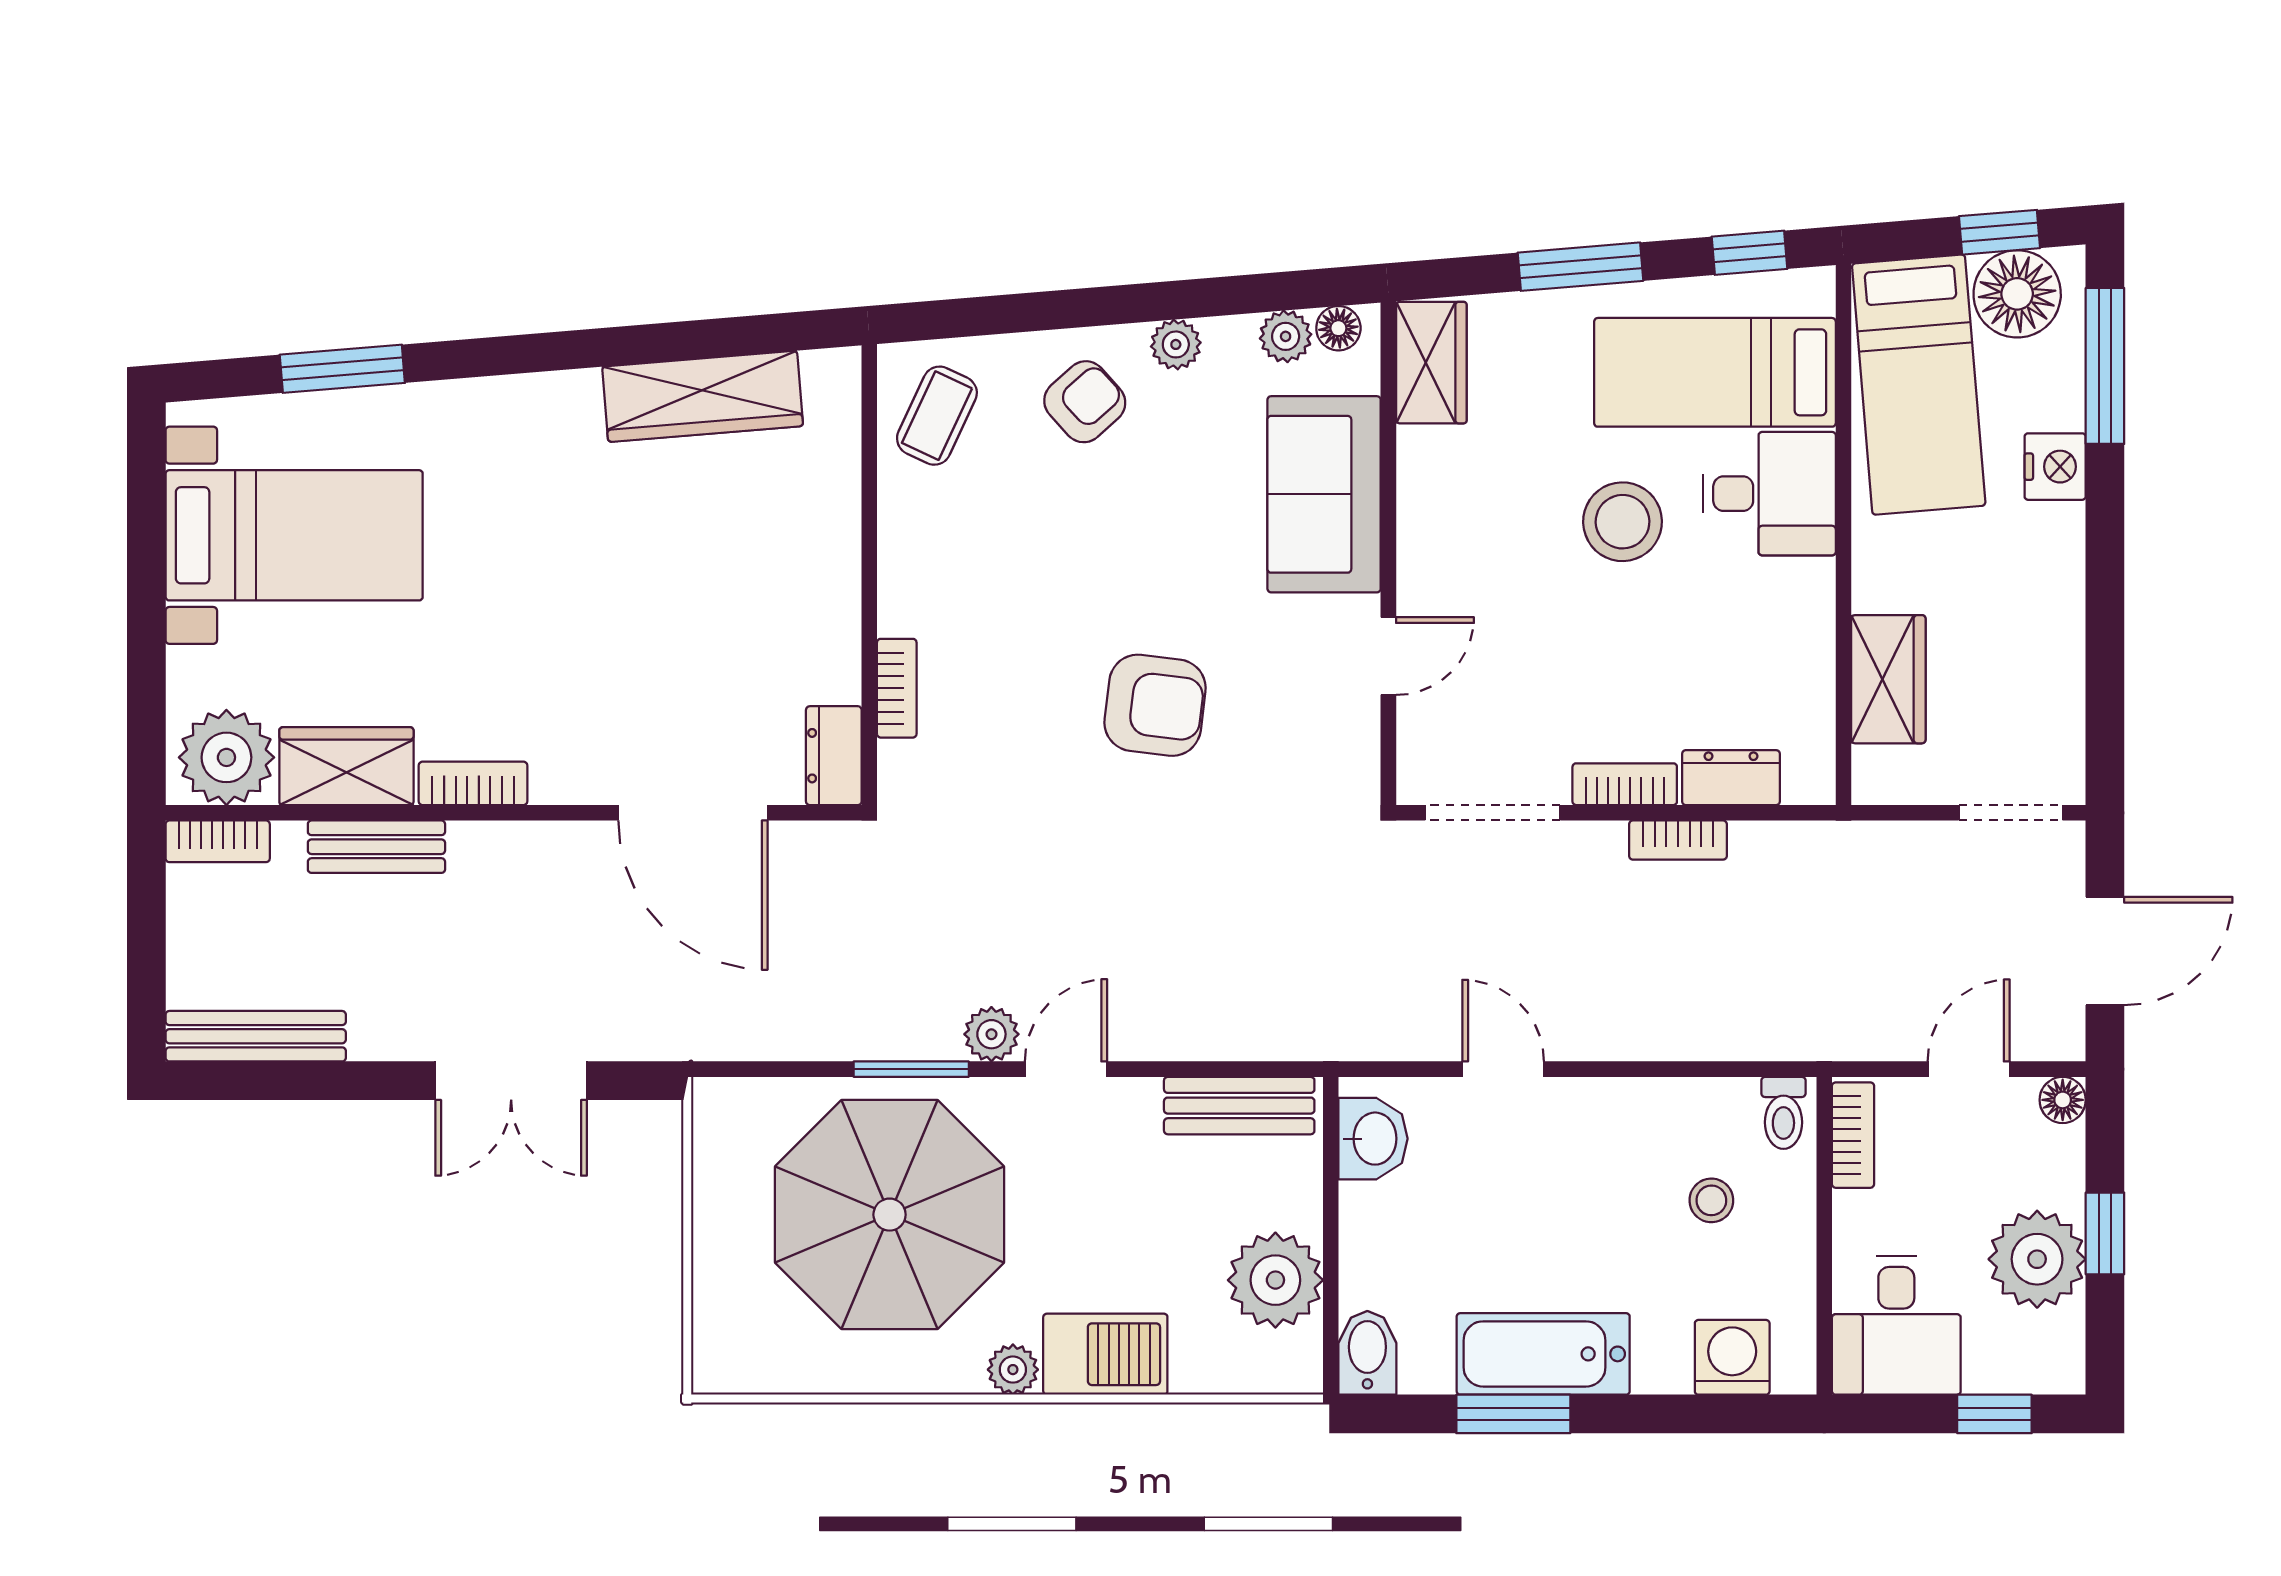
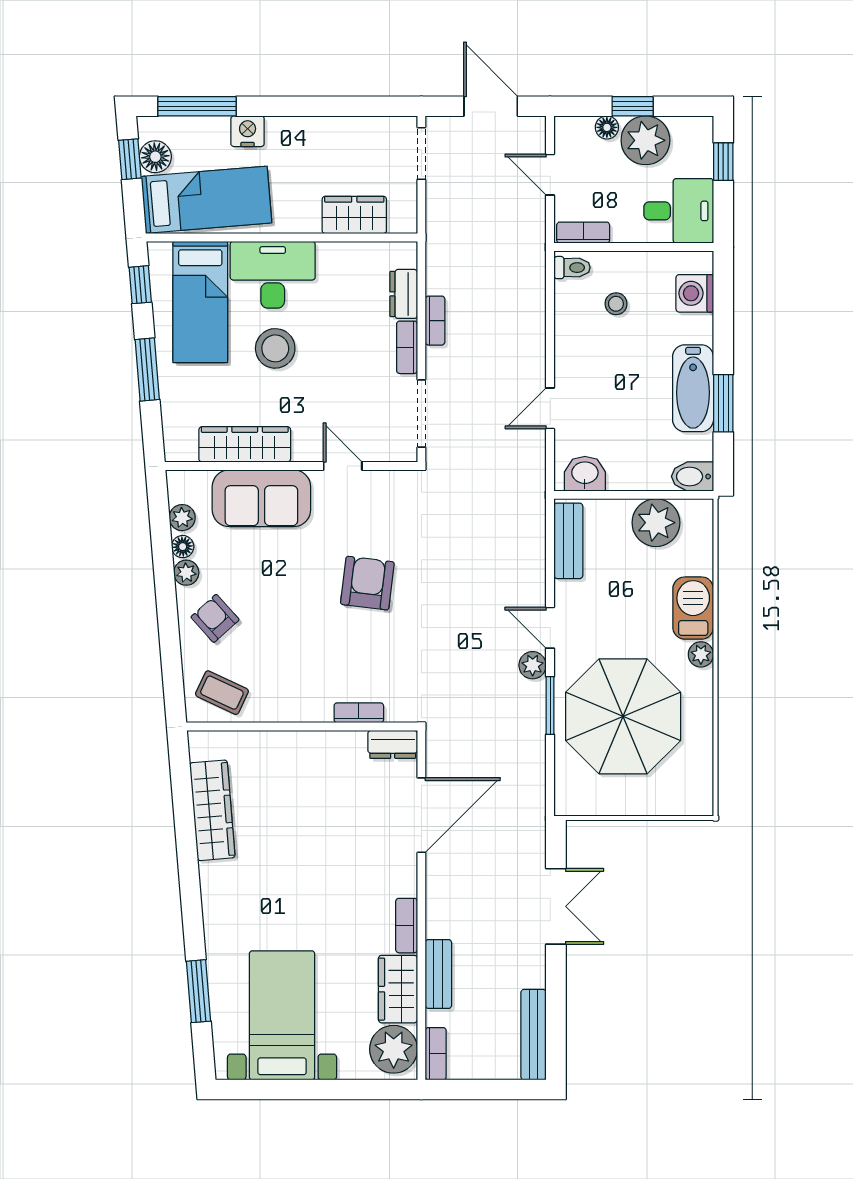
floor lamp: (2017, 294) -> (155, 157), width x0.73, depth x0.73
floor lamp: (1338, 328) -> (183, 547), moved
wardrobe: (1431, 363) -> (245, 444), moved, width x1.50
desk: (1769, 494) -> (273, 275), width x1.37
floor lamp: (2063, 1100) -> (607, 127), moved

